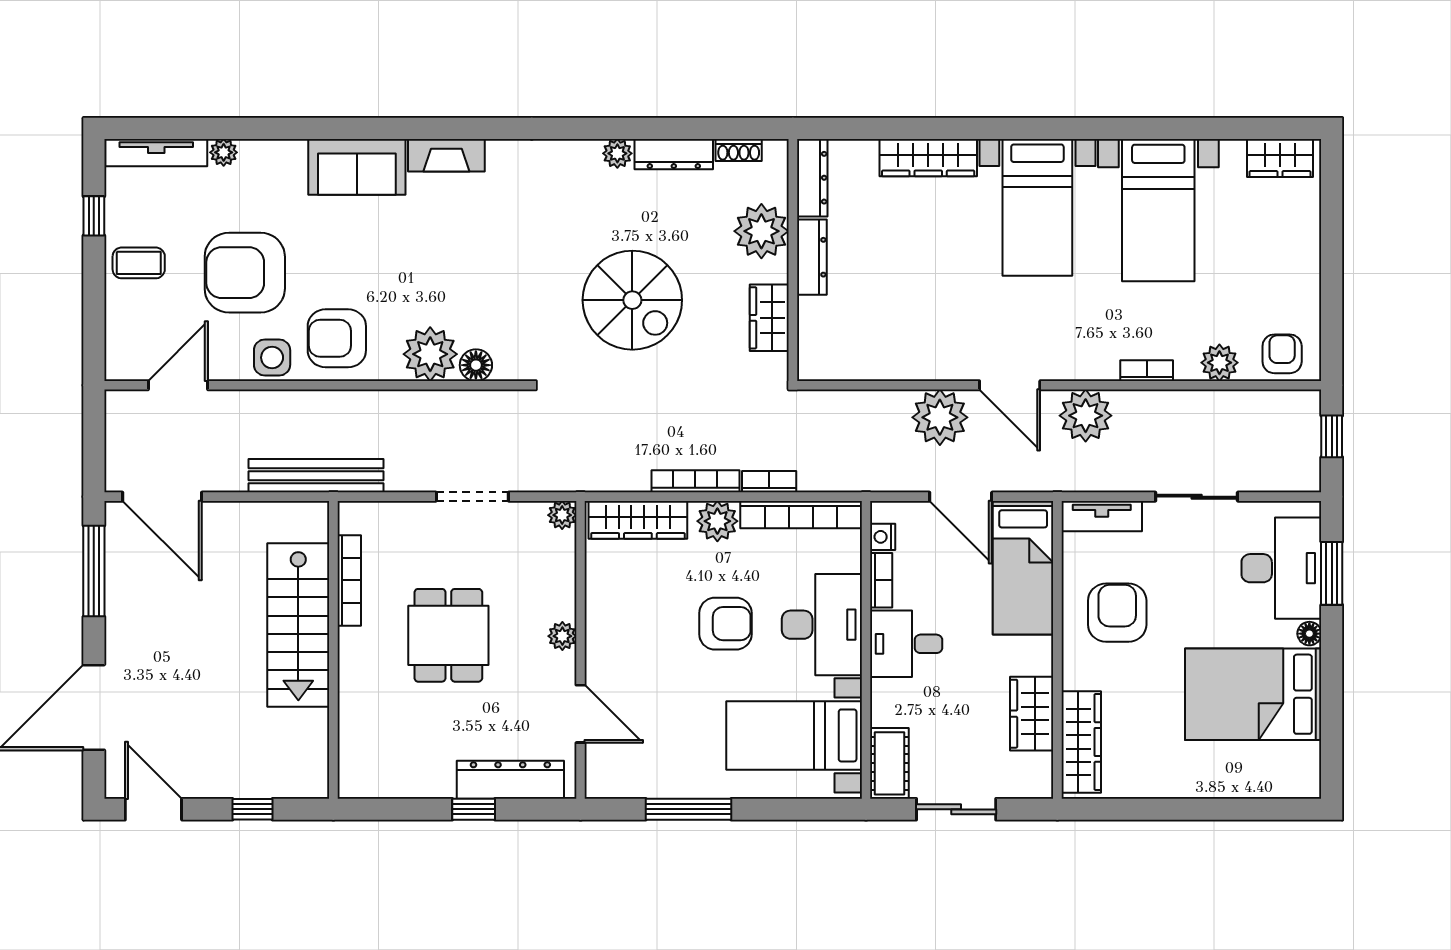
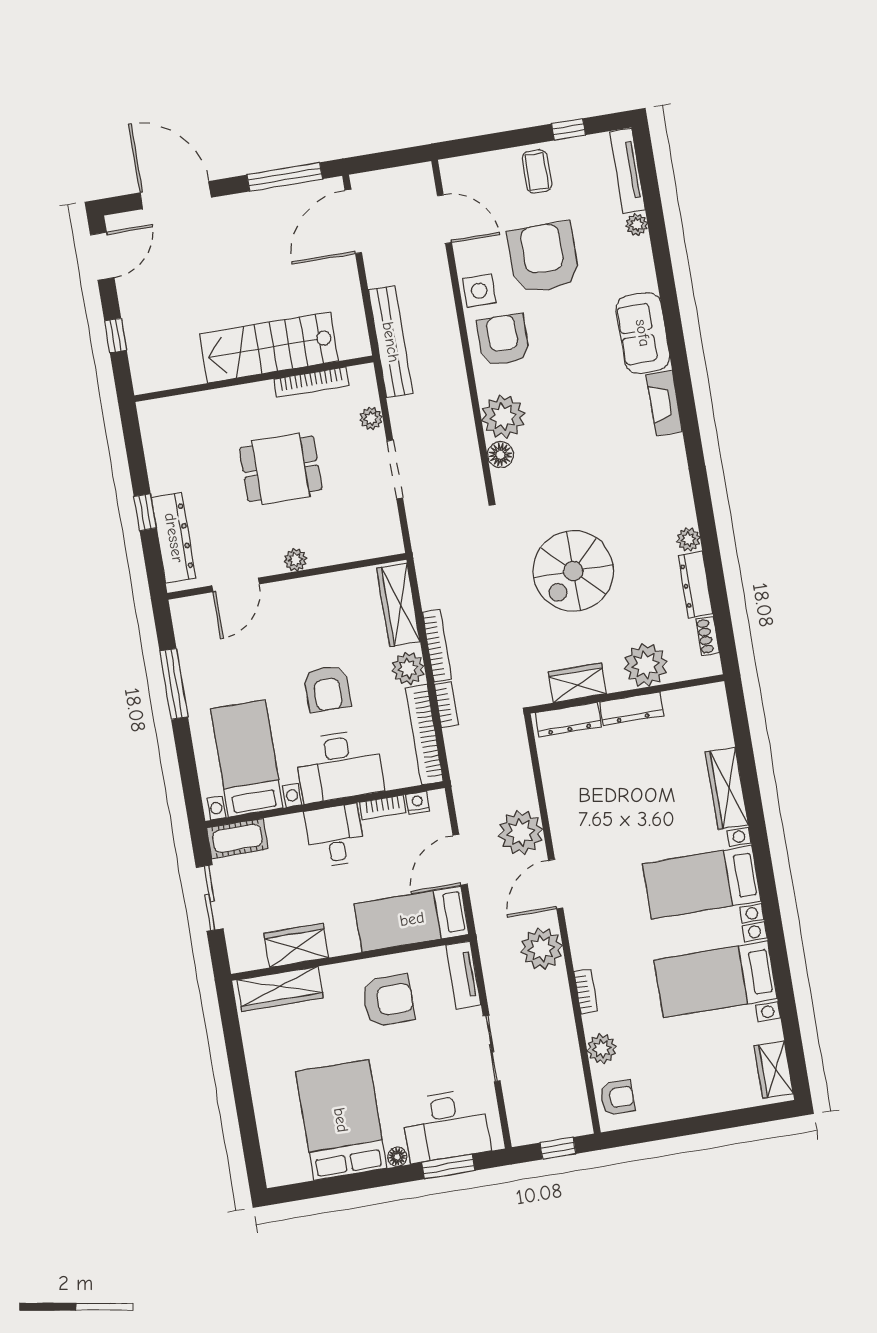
dresser: (812, 178) -> (568, 720), moved
plant: (562, 515) -> (371, 418), moved

